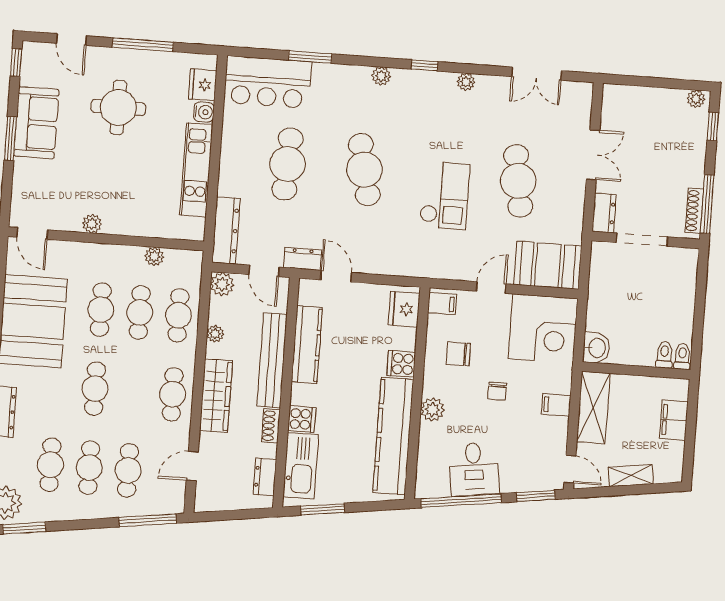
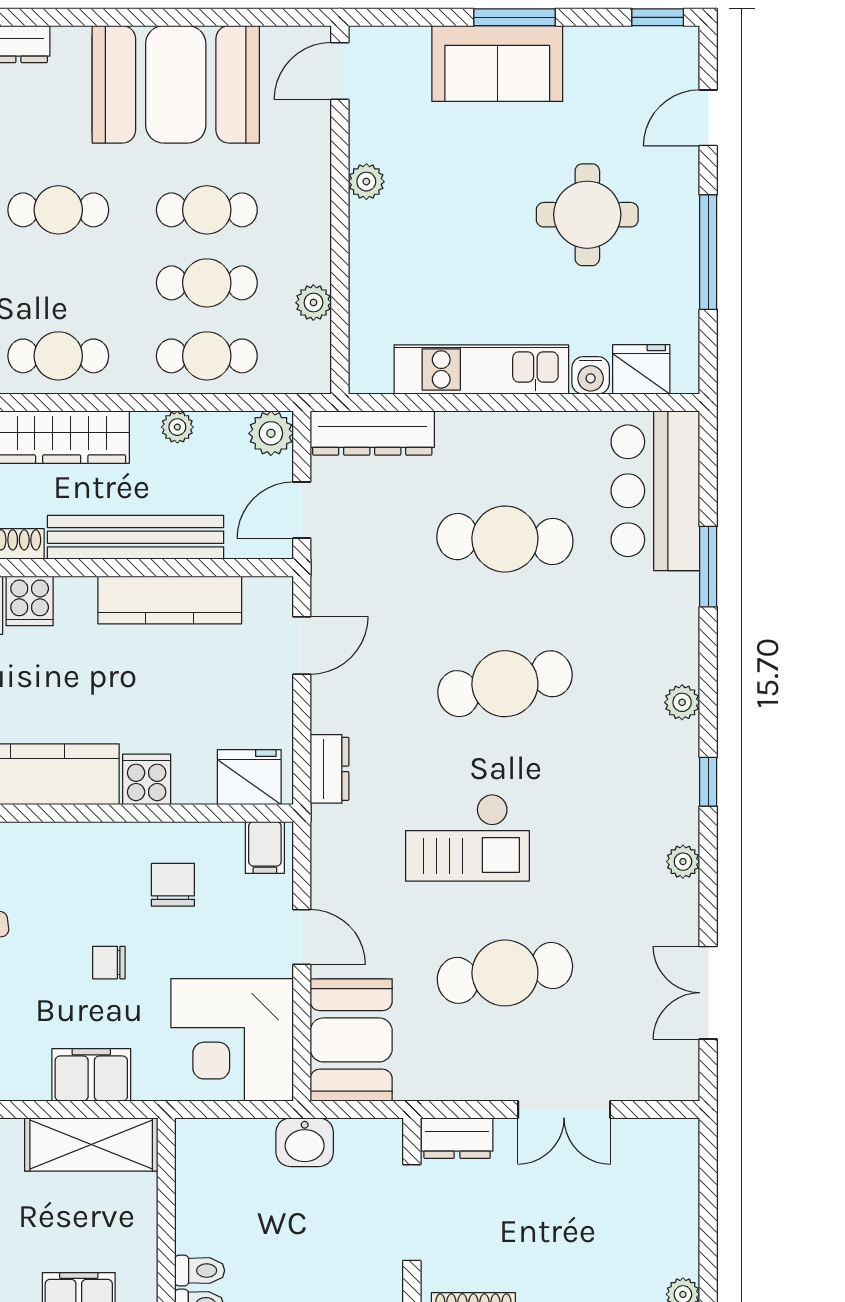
sofa: (36, 123) -> (497, 64), moved
dresser: (303, 259) -> (330, 769), moved
washbasin: (596, 348) -> (305, 1142), moved
filing cabinet: (556, 405) -> (91, 1075), width x2.00
plant: (432, 410) -> (65, 844), removed

